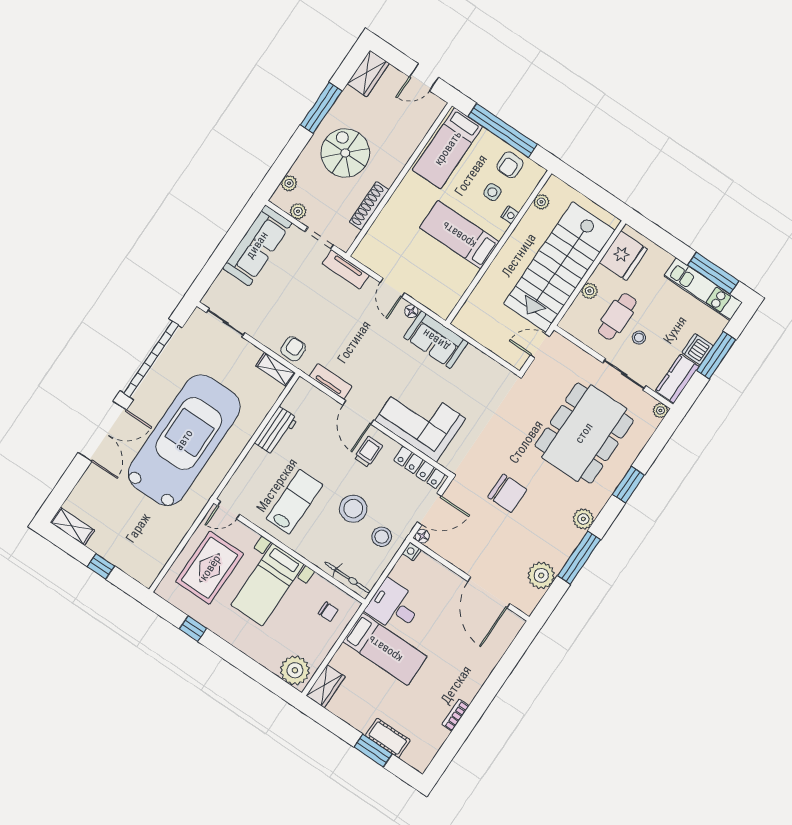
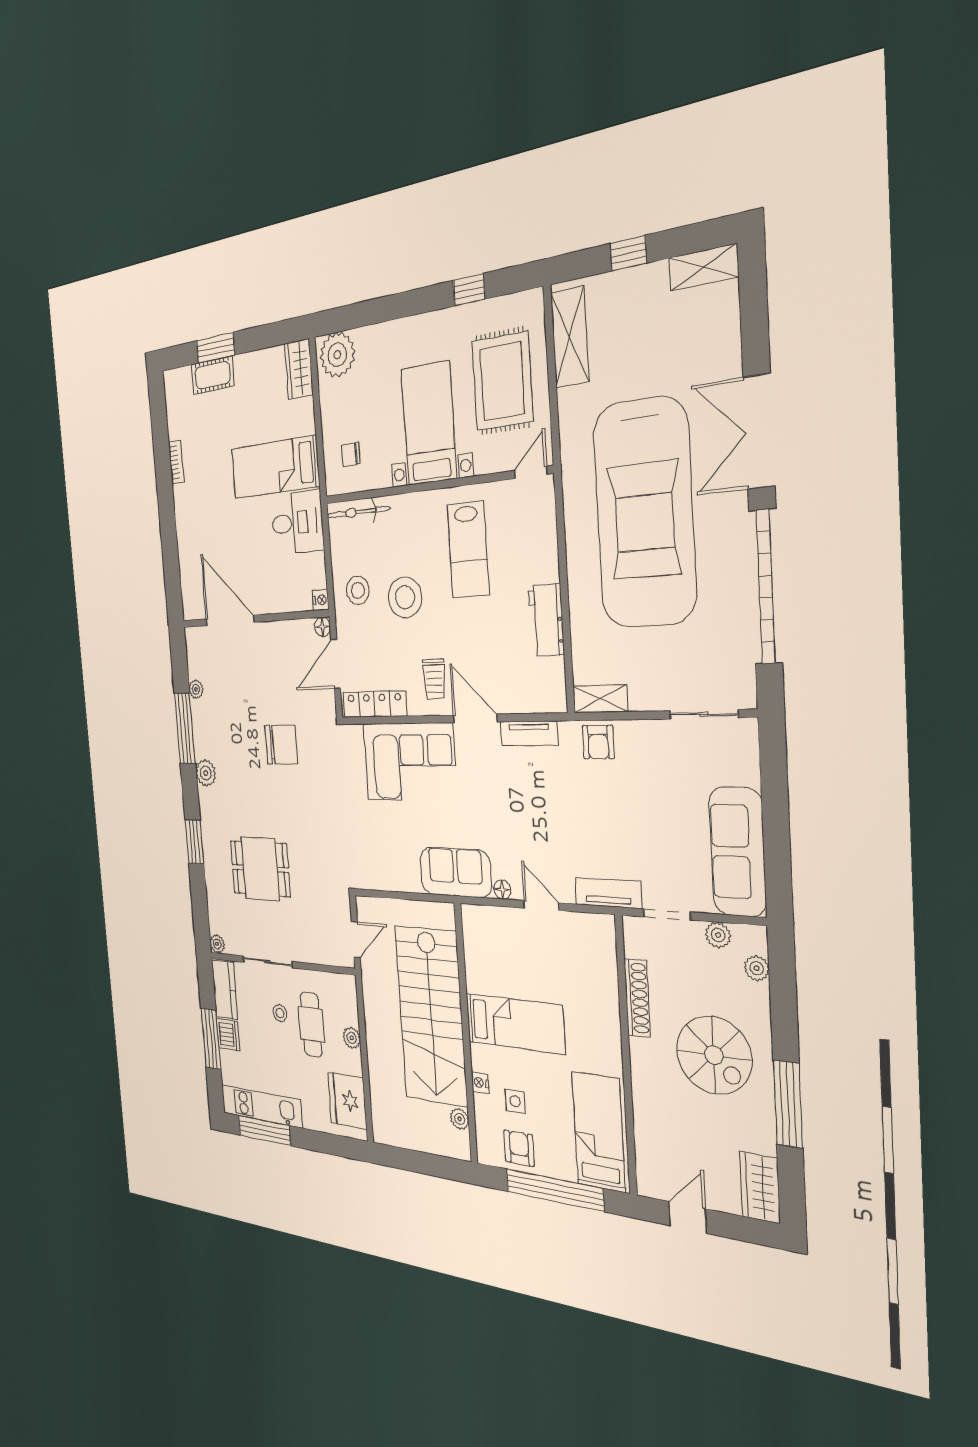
stairs: (559, 267) -> (431, 1016), moved, turned 180
dining table: (584, 433) -> (260, 869), width x0.53, depth x0.80
chair: (507, 493) -> (281, 745), turned 180
shelving: (158, 556) -> (570, 337), added
plant: (541, 575) -> (196, 689), width x0.53, depth x0.53

